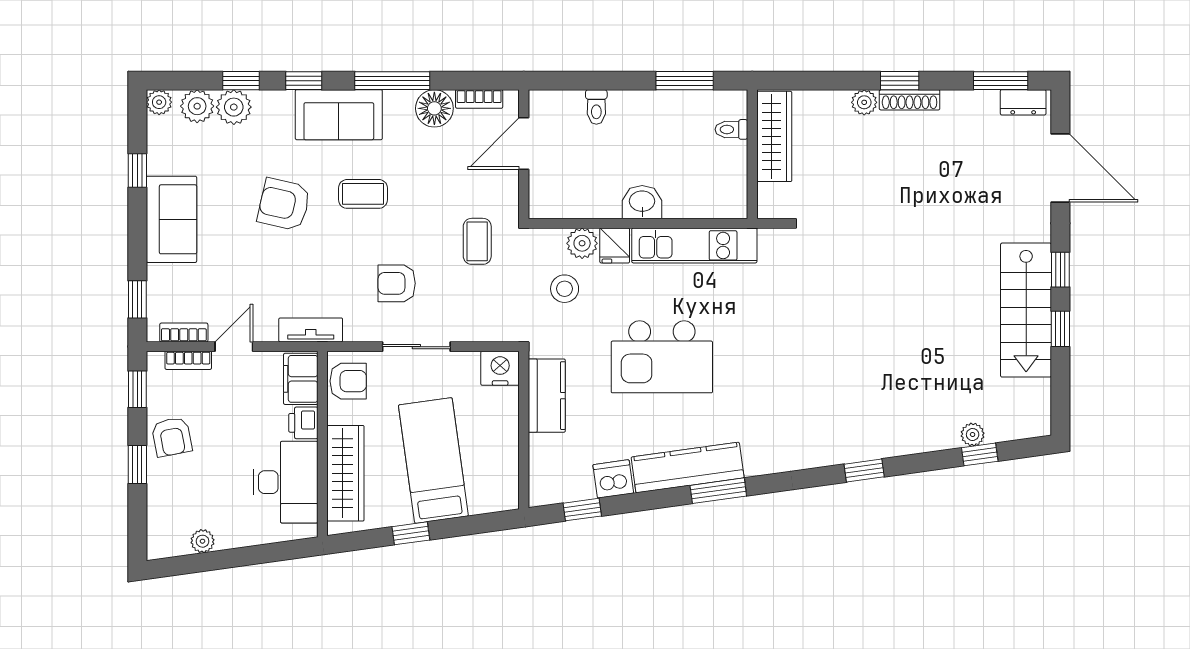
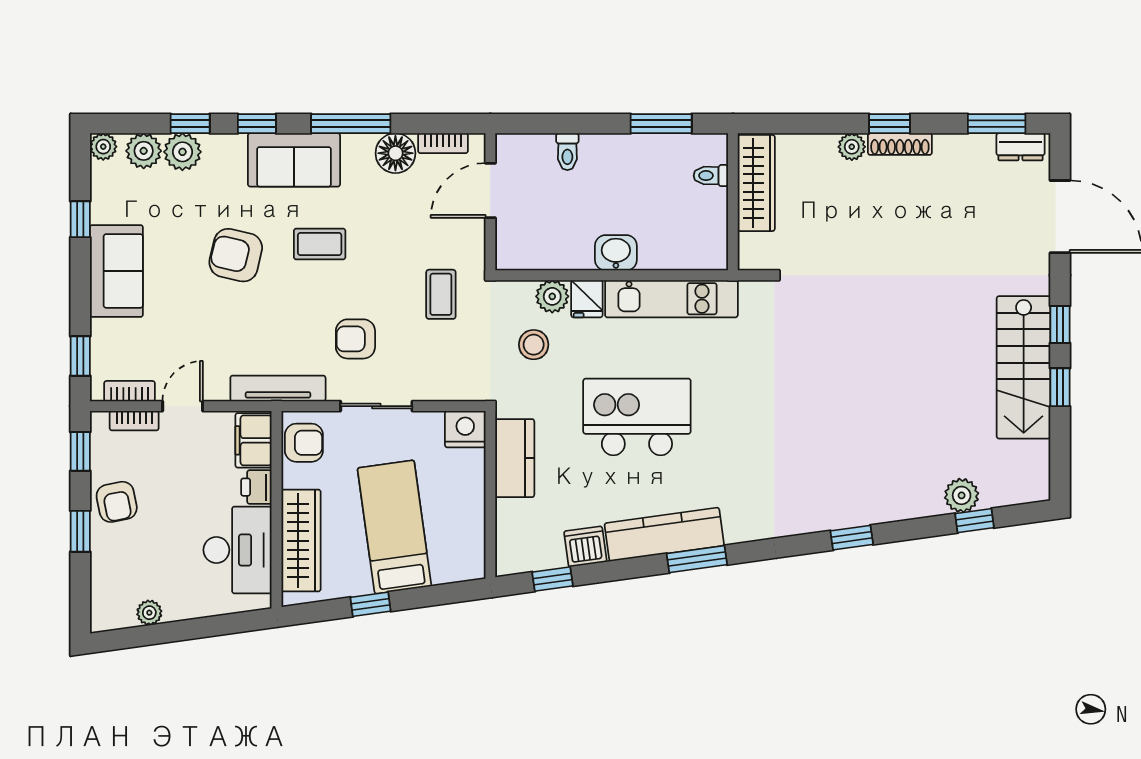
tv unit: (311, 330) -> (278, 388), width x1.41
kitchen island: (662, 357) -> (637, 417), turned 180
plant: (973, 435) -> (962, 495), width x1.38, depth x1.38

